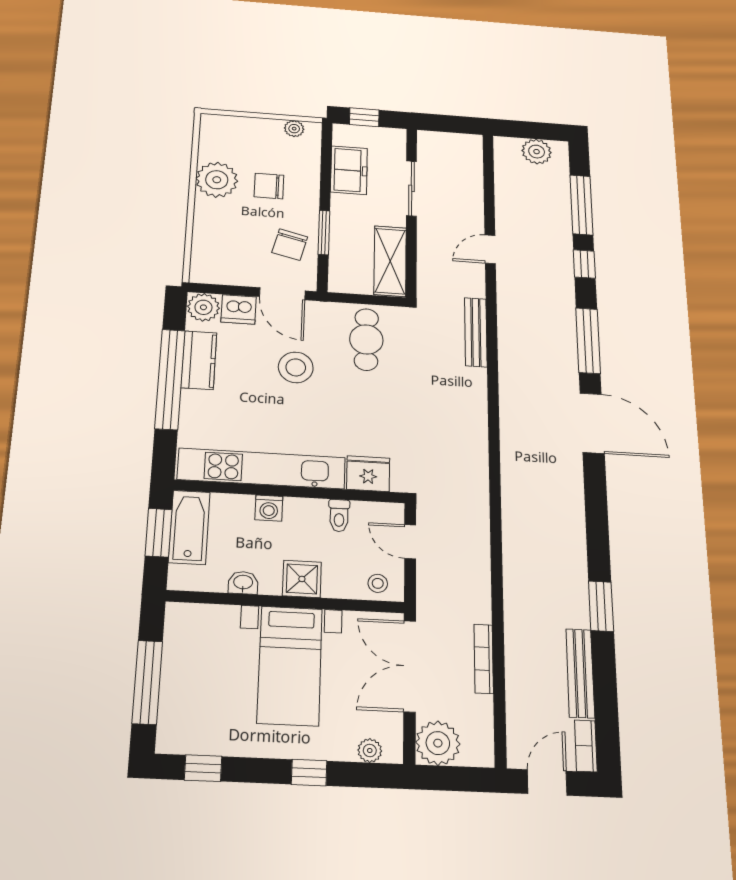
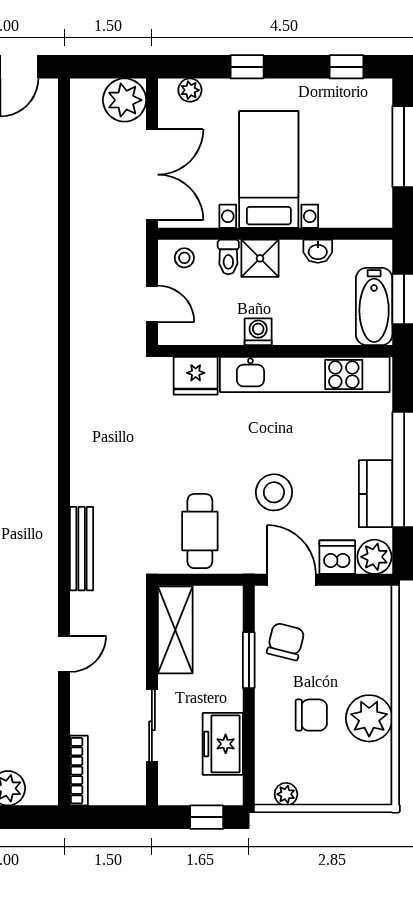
washing machine: (269, 508) -> (258, 332), moved
toilet: (339, 516) -> (228, 257), moved, turned 180
bookcase: (484, 659) -> (79, 771), moved

